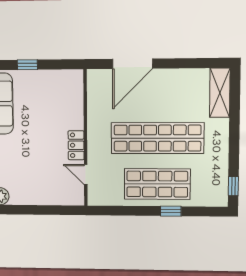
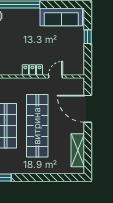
shelving: (220, 93) -> (78, 150), moved, turned 90
door: (86, 175) -> (56, 76), moved

